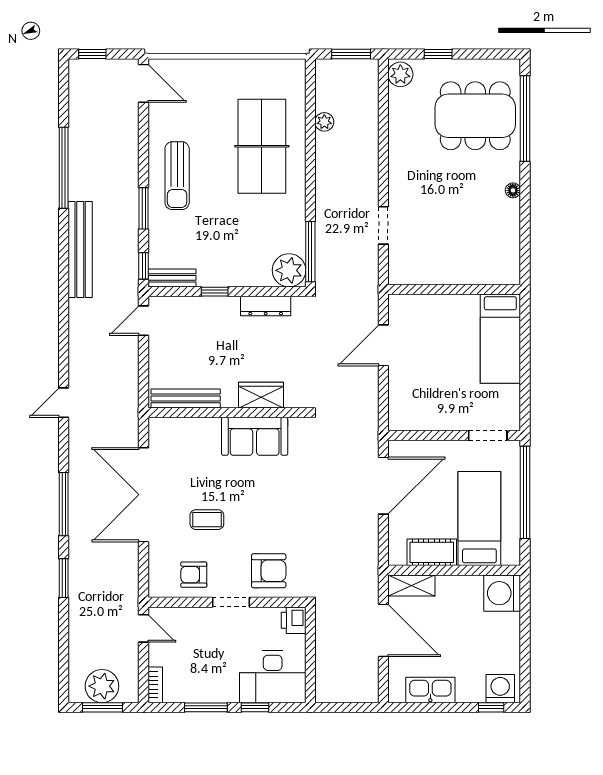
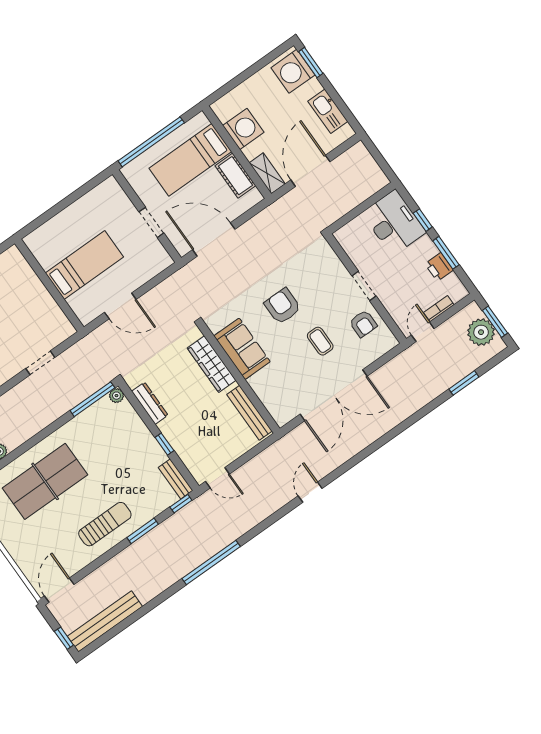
window: (64, 168) -> (211, 562), moved
bench: (80, 250) -> (105, 621), moved
plant: (289, 270) -> (116, 396), width x0.53, depth x0.53
bed: (500, 339) -> (84, 265), moved
wardrobe: (261, 395) -> (212, 364), width x1.50
door: (64, 403) -> (310, 492), swing flipped
doorway: (488, 436) -> (151, 222), moved
window: (64, 504) -> (378, 444), removed
armchair: (269, 571) -> (282, 306), moved
window: (64, 578) -> (464, 383), moved
washing machine: (502, 593) -> (243, 129), moved, turned -90
printer: (294, 620) -> (439, 267), moved, turned 90
bookcase: (155, 685) -> (439, 309), moved
washing machine: (500, 689) -> (293, 71), width x1.37, depth x1.37
window: (491, 707) -> (311, 62), width x1.50

